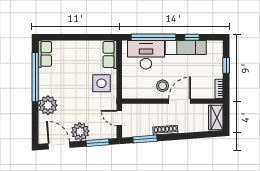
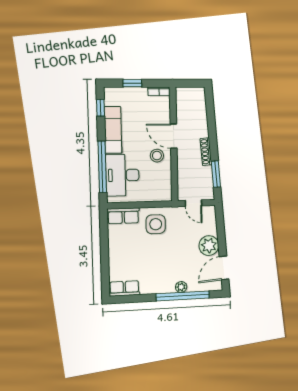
window: (192, 37) -> (101, 108), moved
window: (35, 77) -> (183, 296), moved
plant: (48, 105) -> (181, 287), width x0.53, depth x0.53
wardrobe: (216, 117) -> (191, 95), removed
door: (119, 118) -> (193, 203), hinge flipped
window: (98, 143) -> (220, 226), removed

